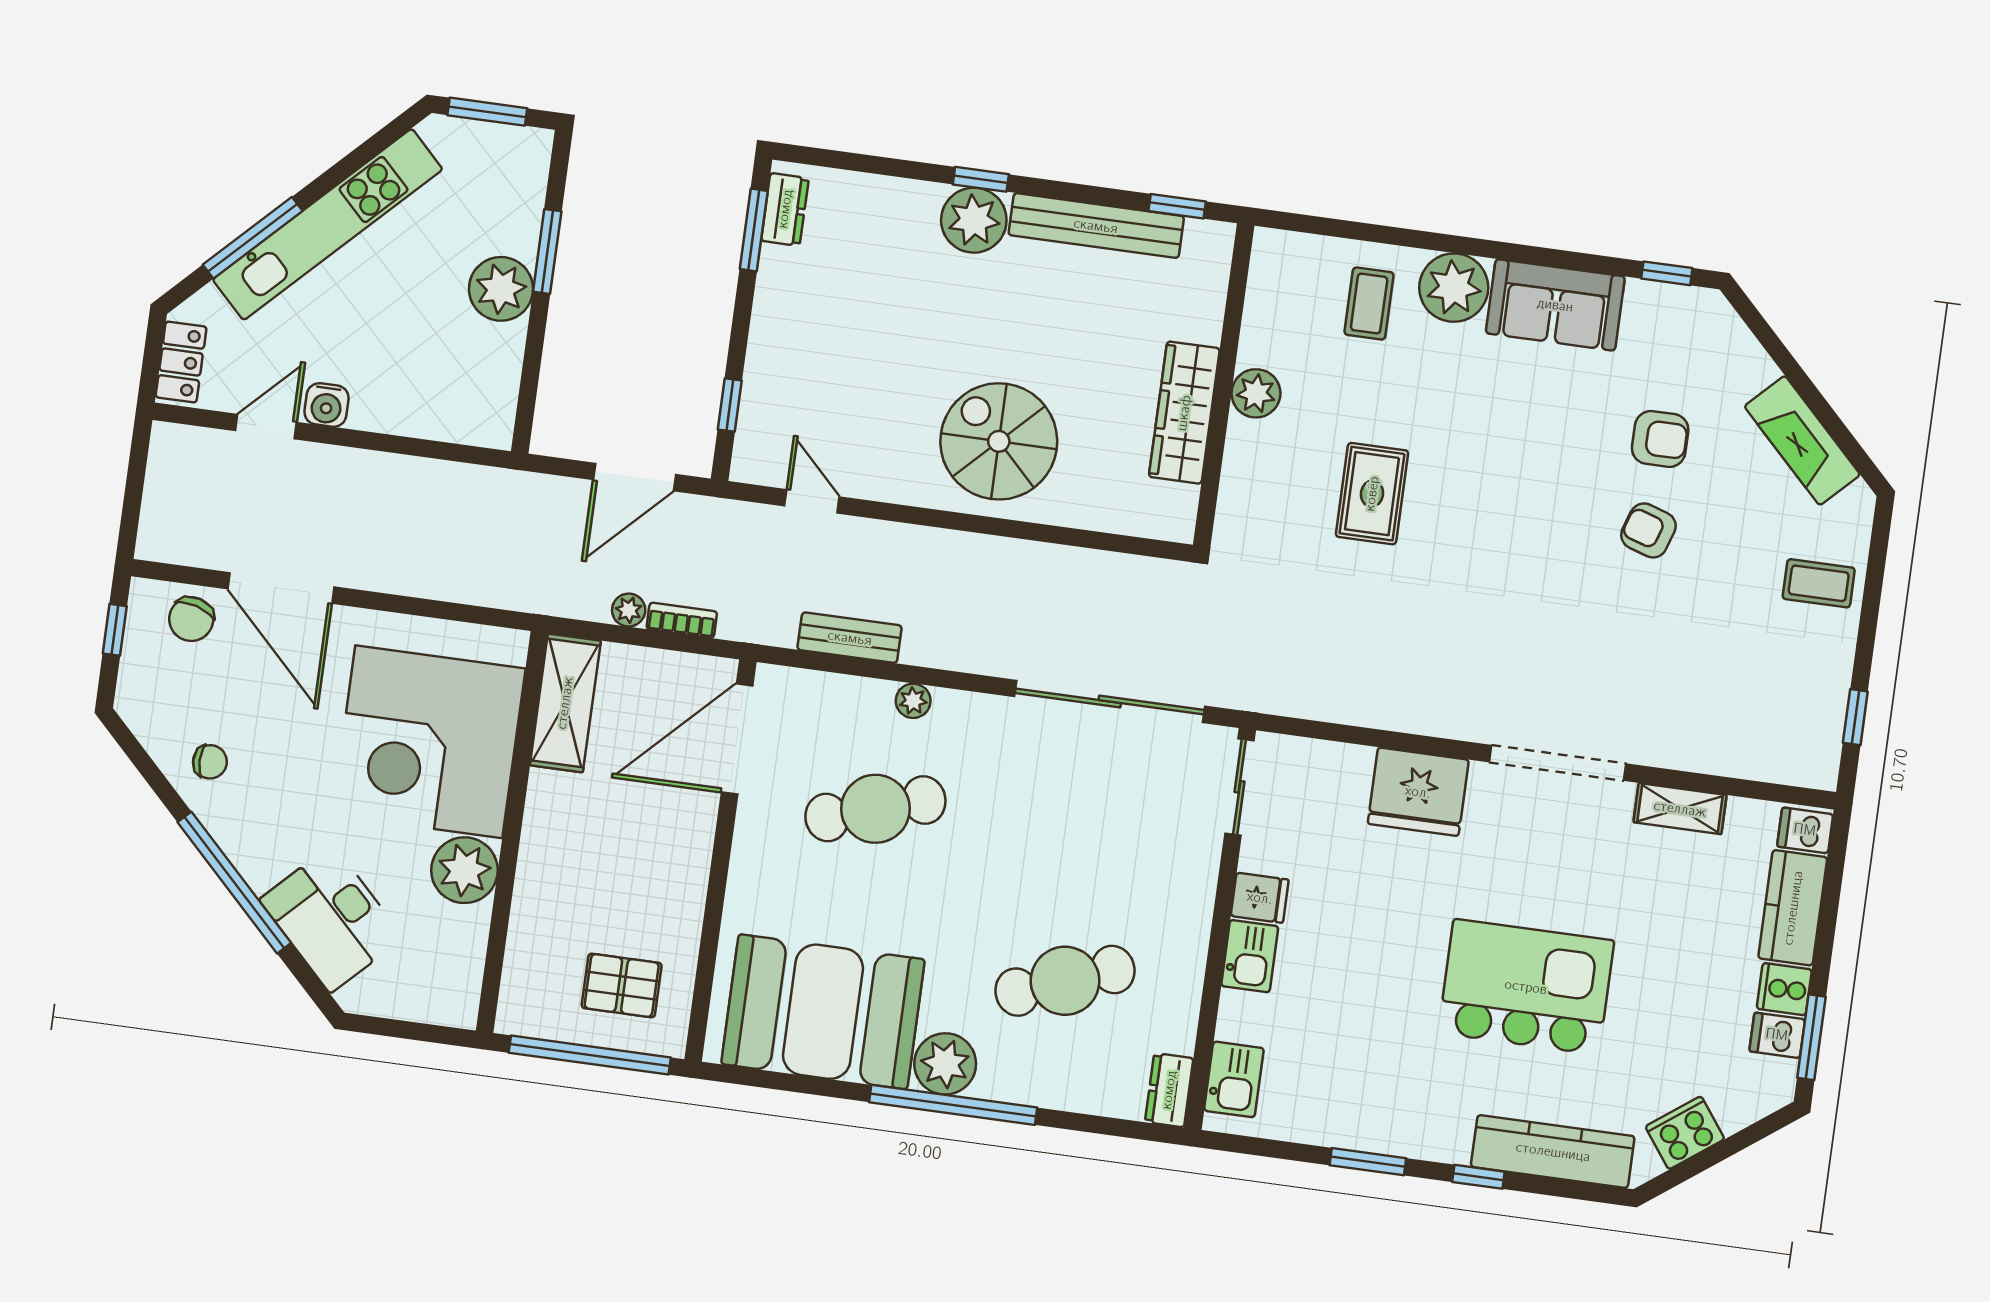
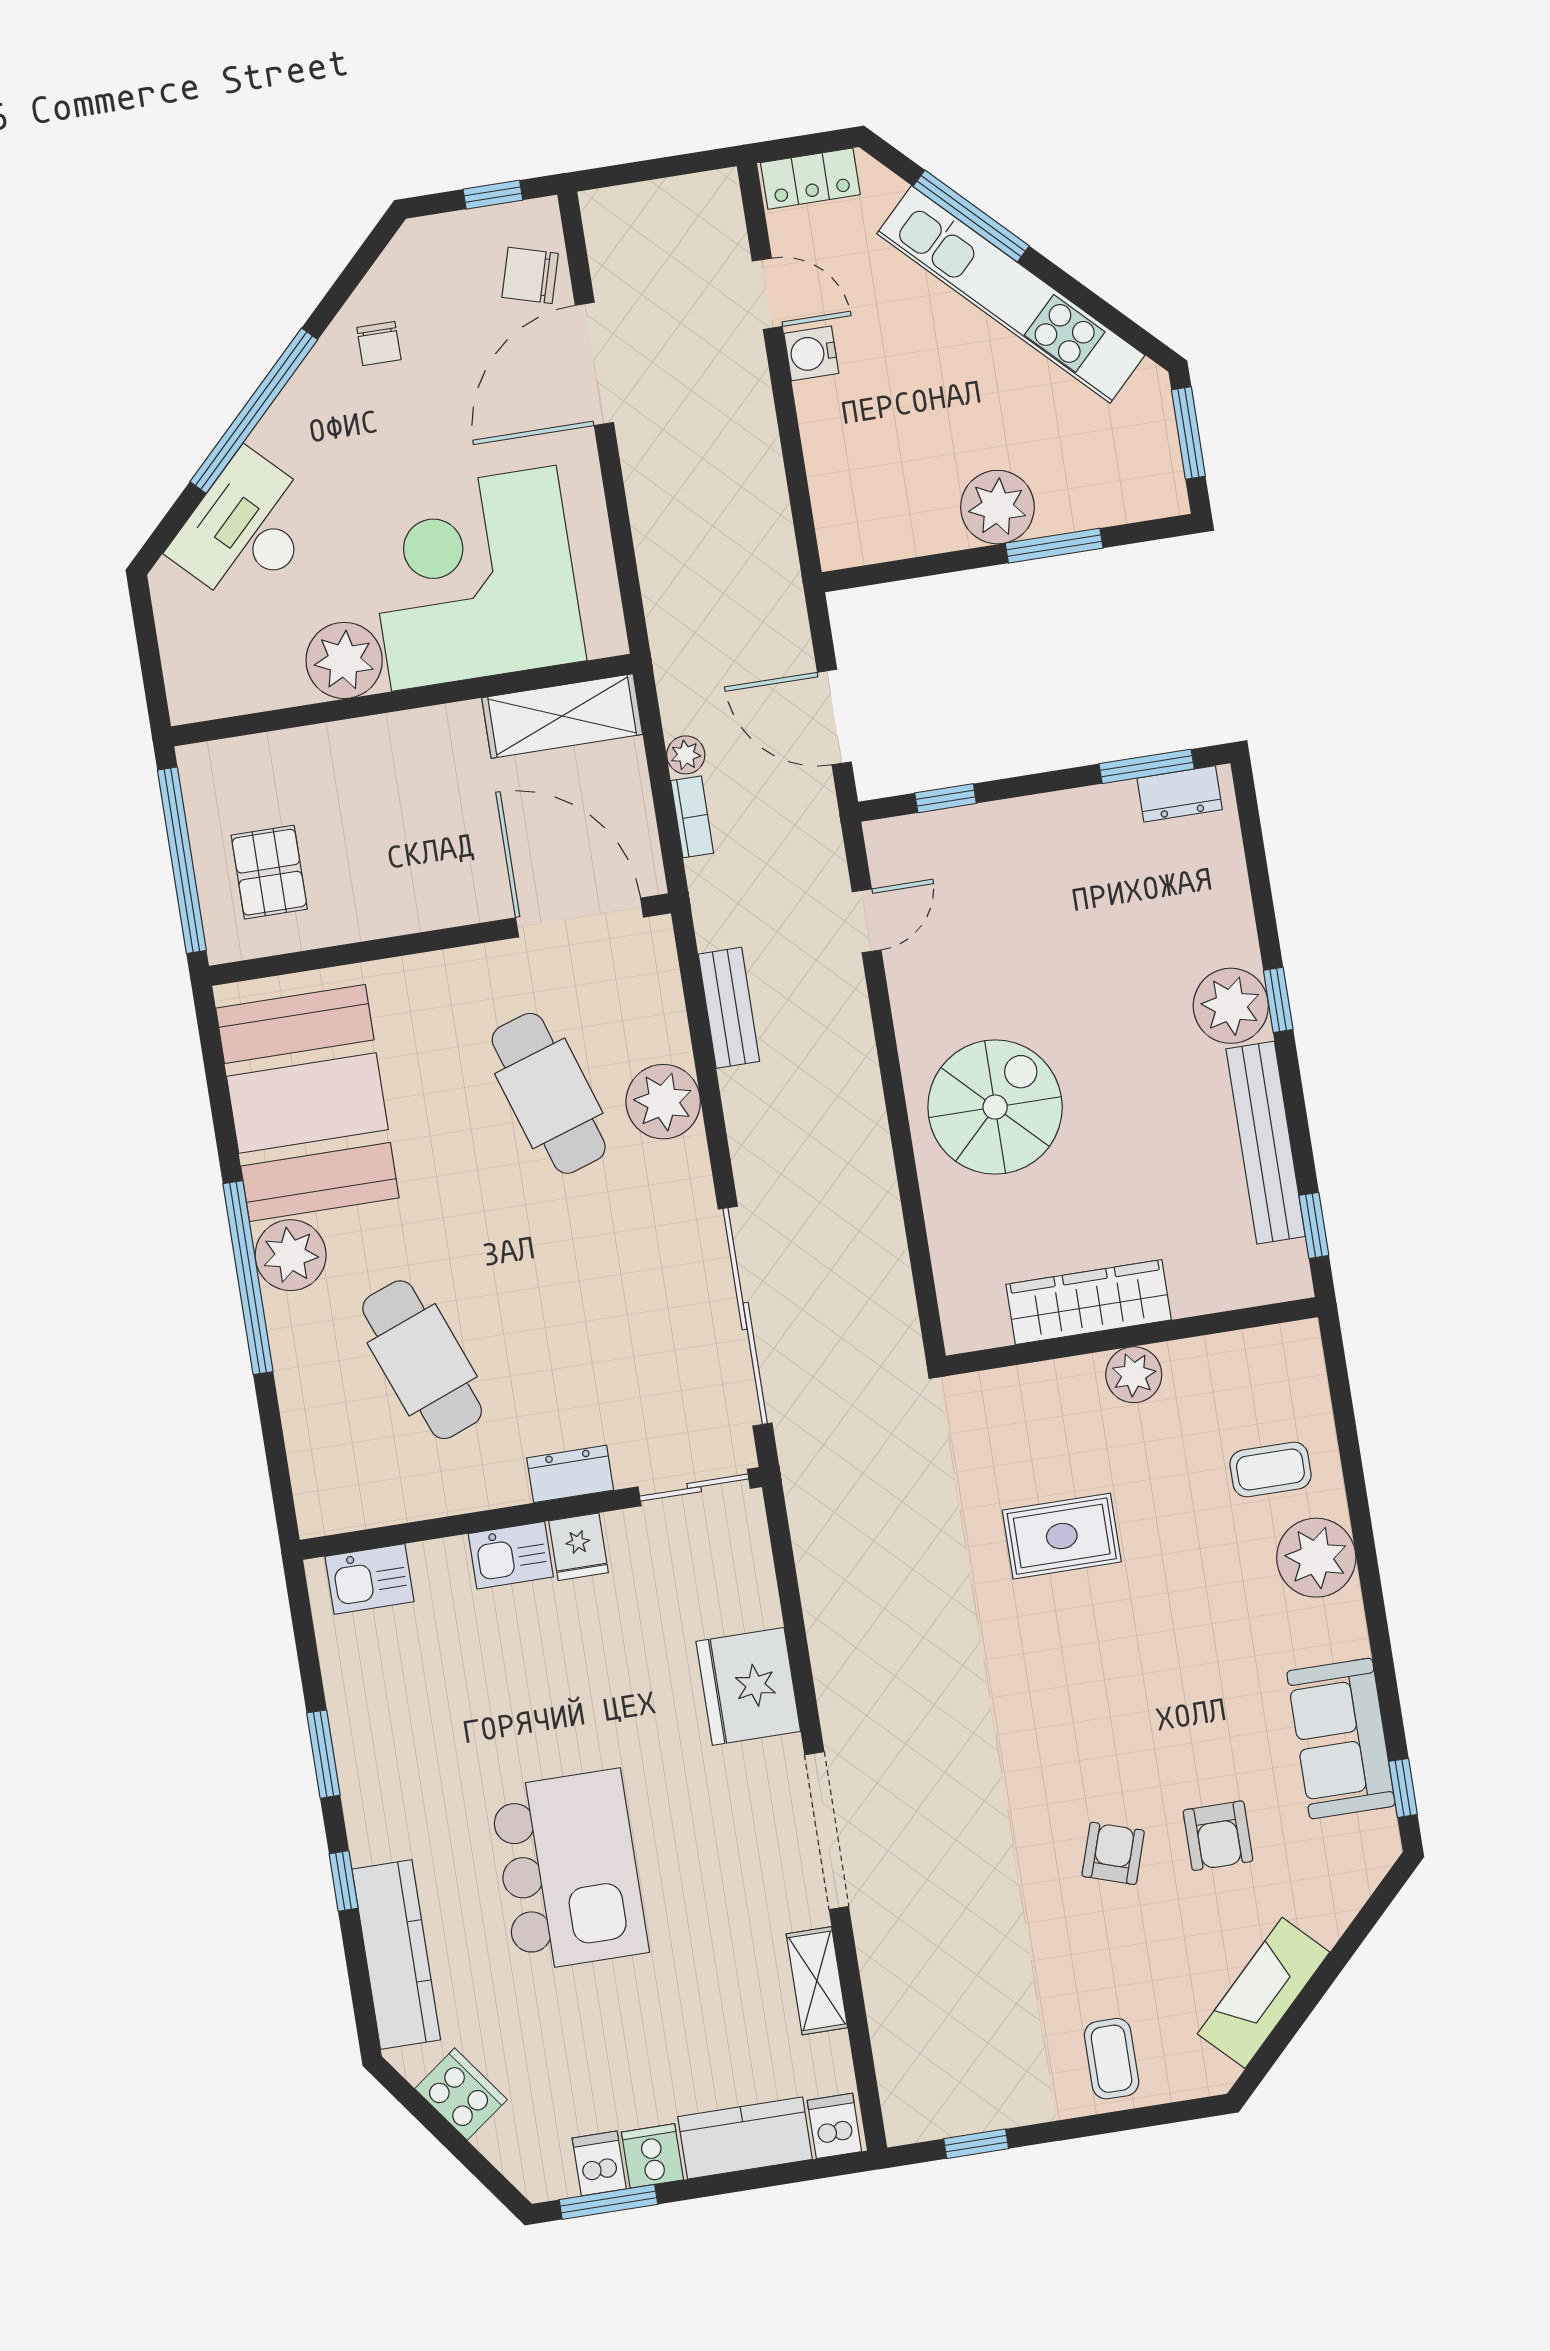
sofa: (1555, 305) -> (1341, 1738), moved
plant: (913, 701) -> (663, 1102), width x1.88, depth x1.88
dresser: (1169, 1090) -> (570, 1474), moved

